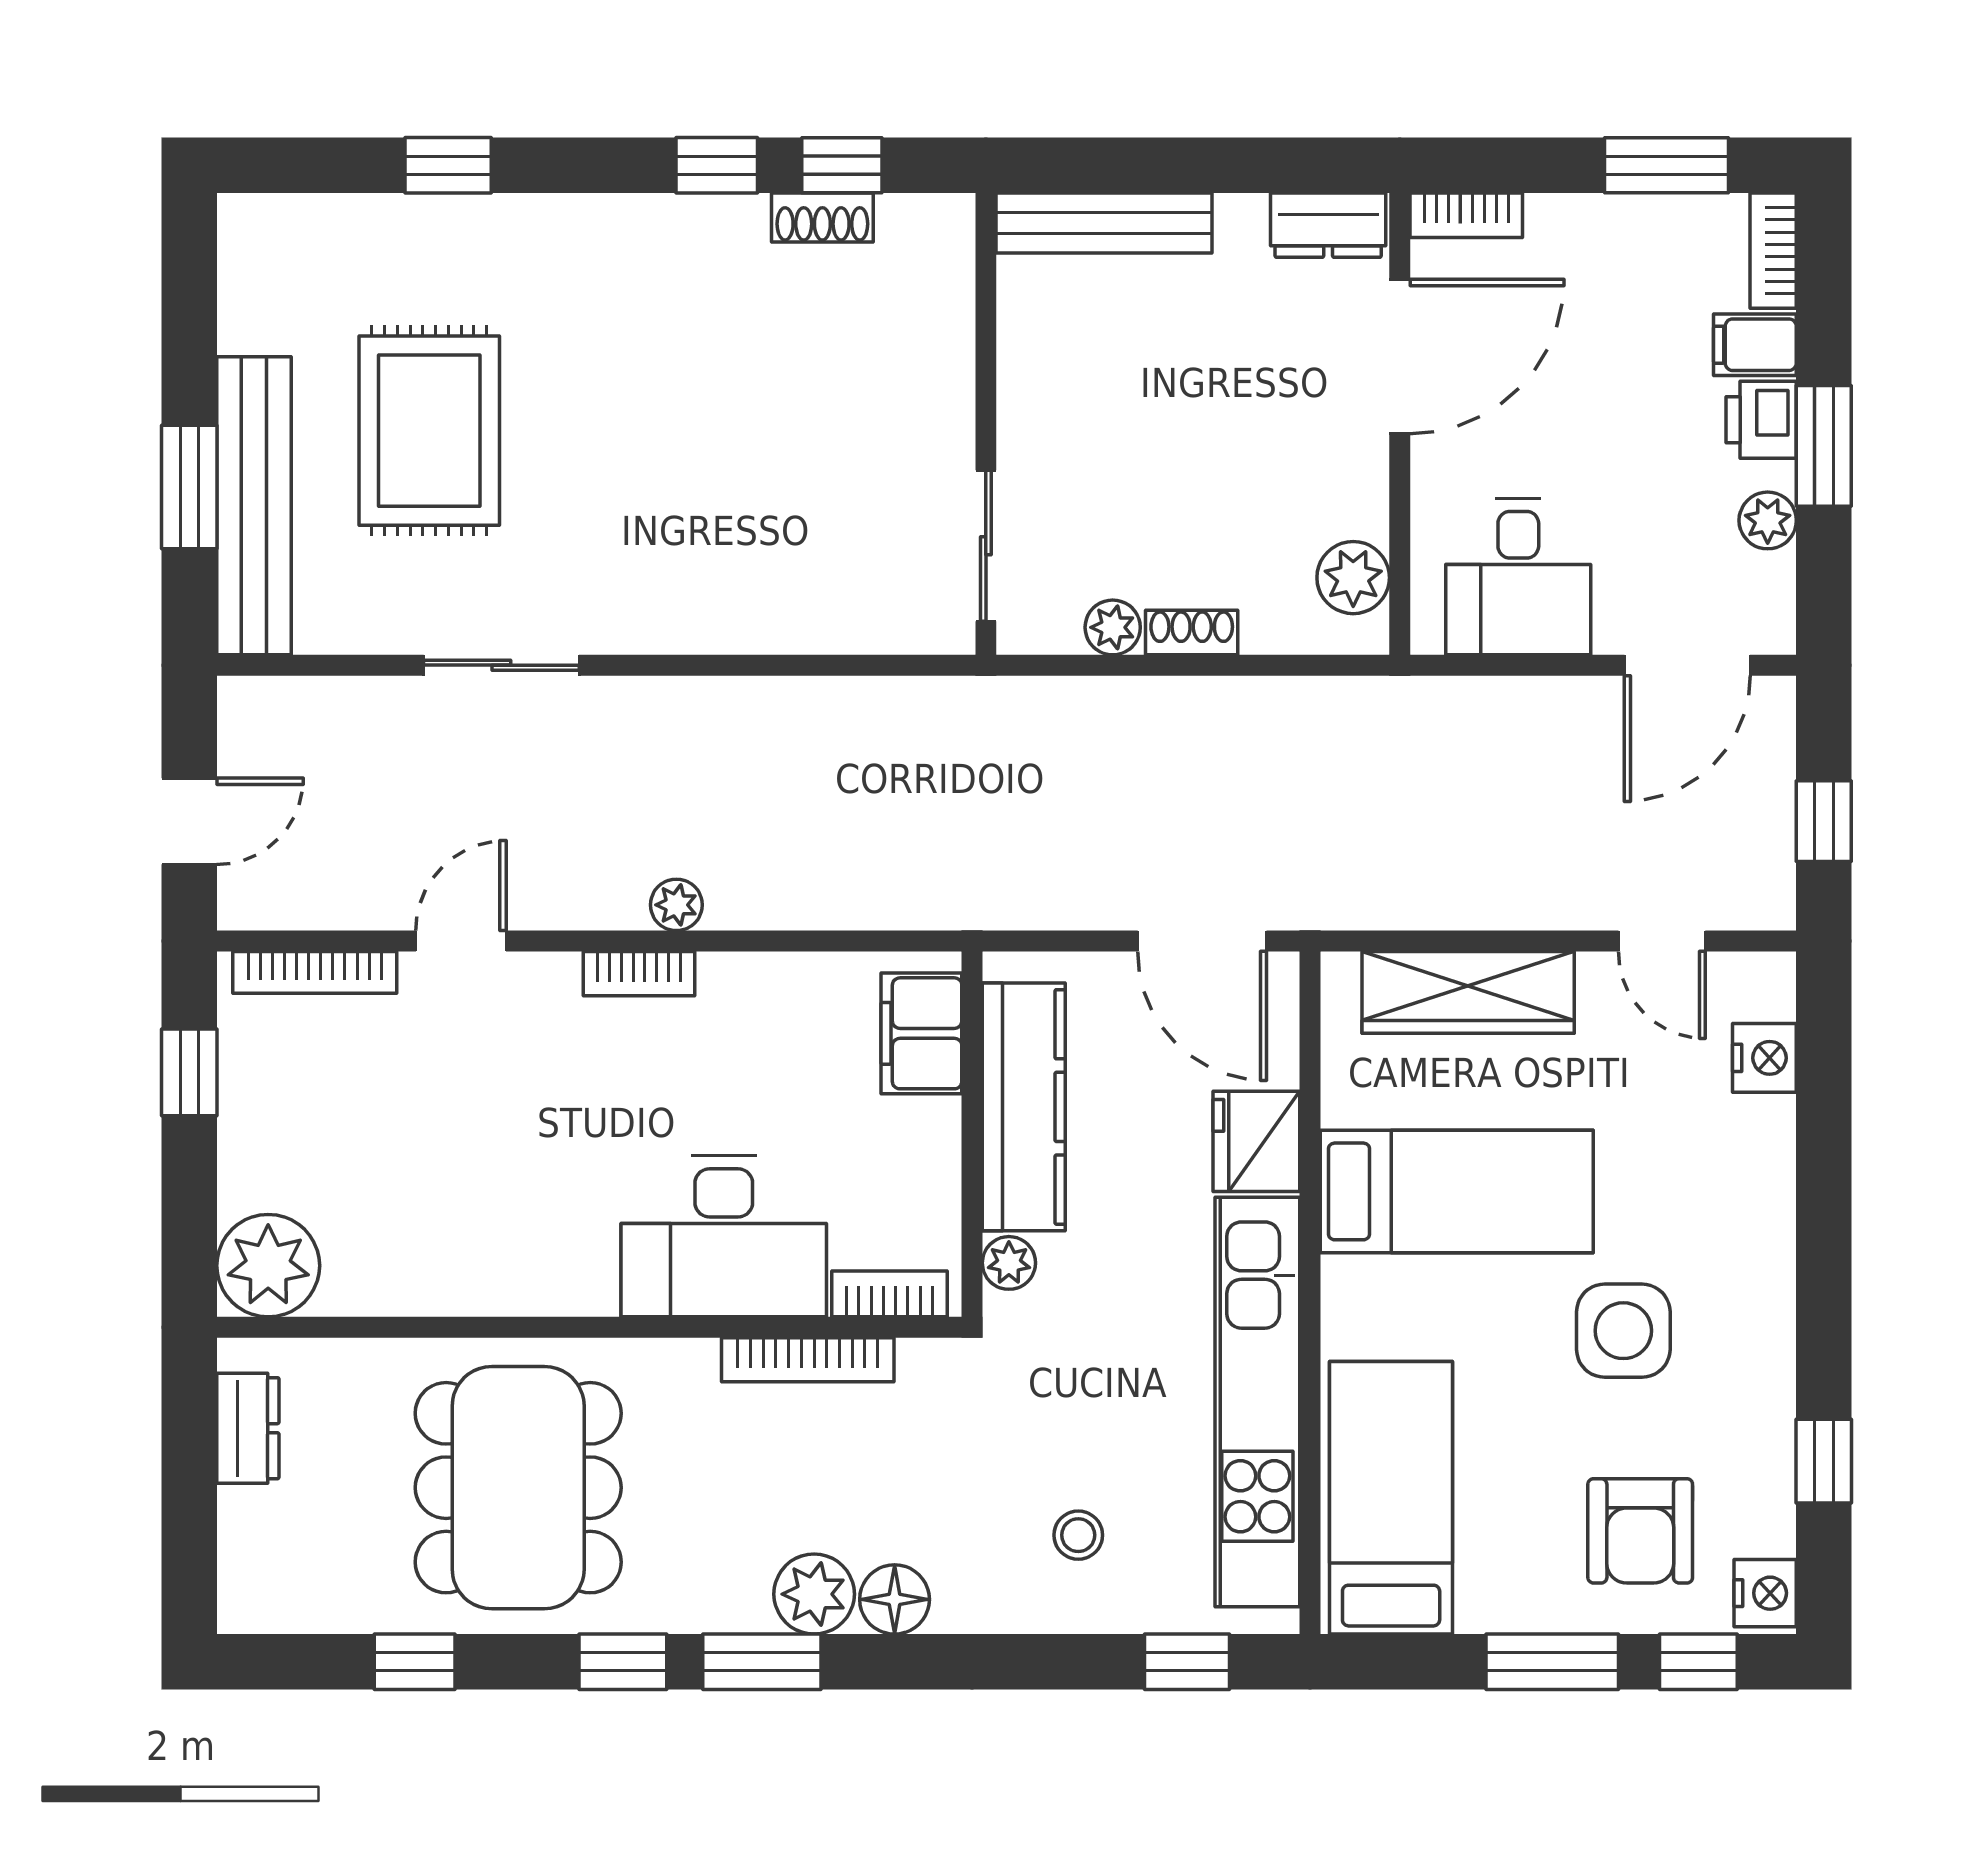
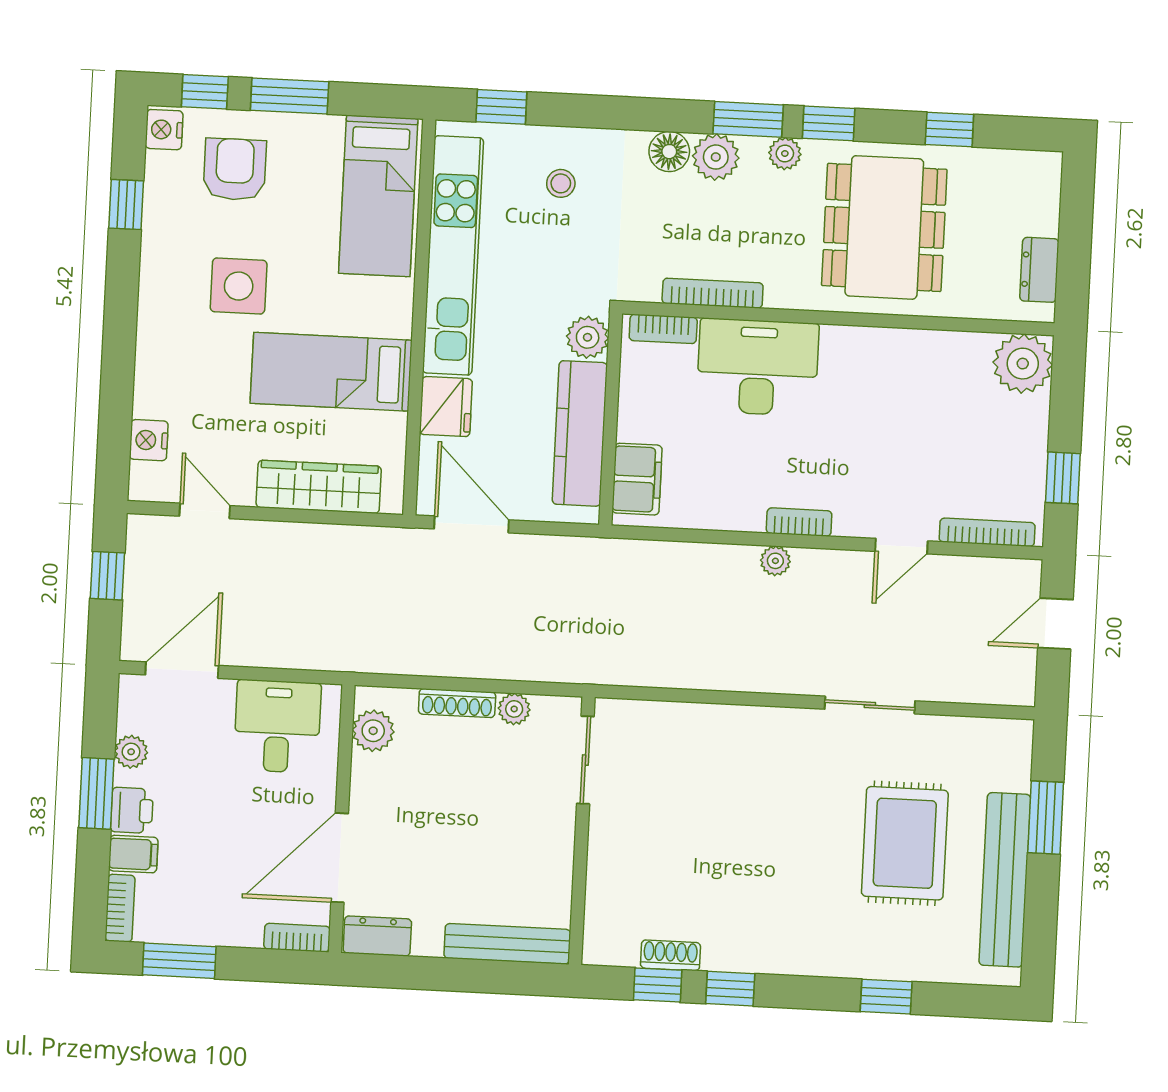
bench: (254, 506) -> (1005, 880), moved
shoe rack: (1192, 633) -> (457, 703), width x1.43
plant: (1009, 1263) -> (588, 337), width x1.38, depth x1.38
plant: (696, 1606) -> (785, 153), added

